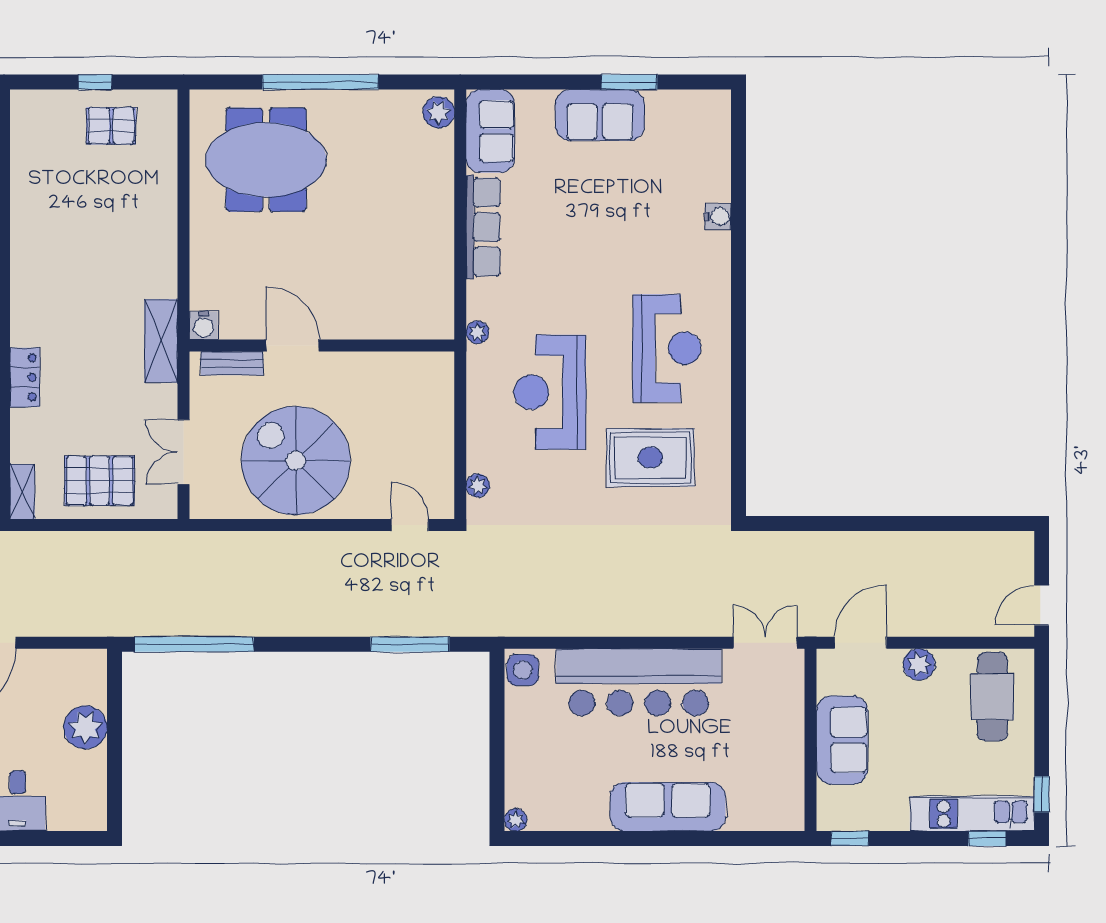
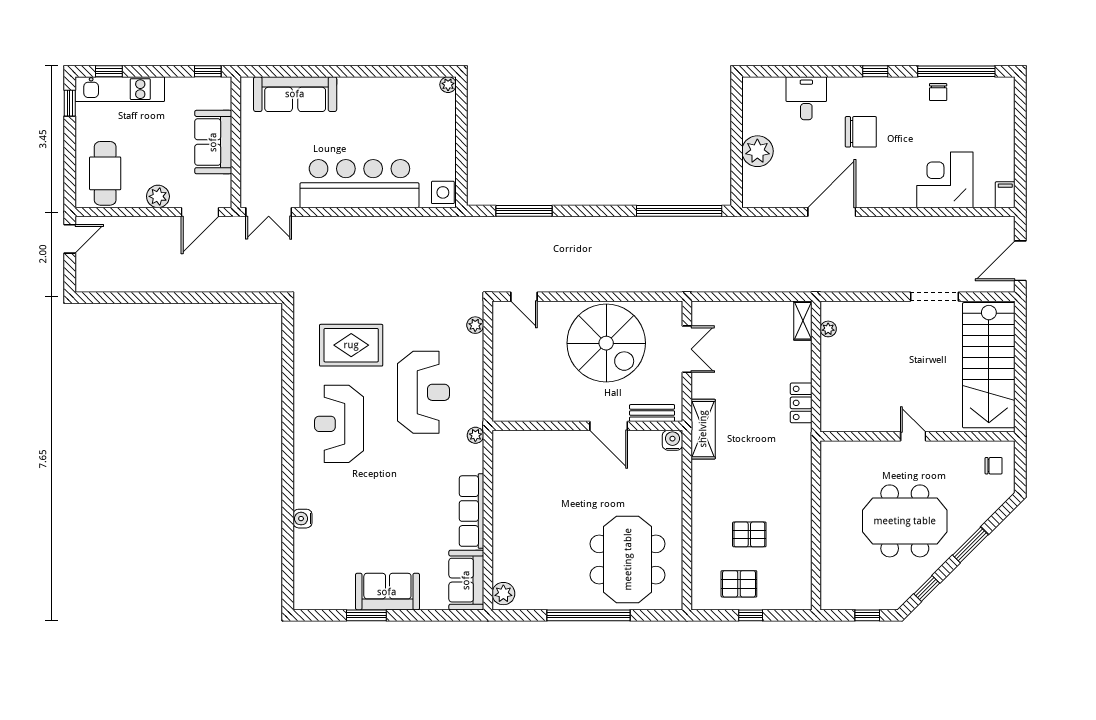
meeting table: (266, 160) -> (628, 559), turned 90
pallet: (100, 481) -> (749, 534), moved, width x0.67, depth x0.71
sofa: (668, 807) -> (295, 94), moved

